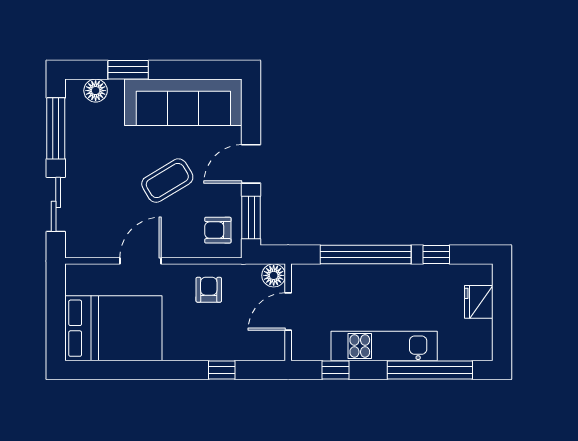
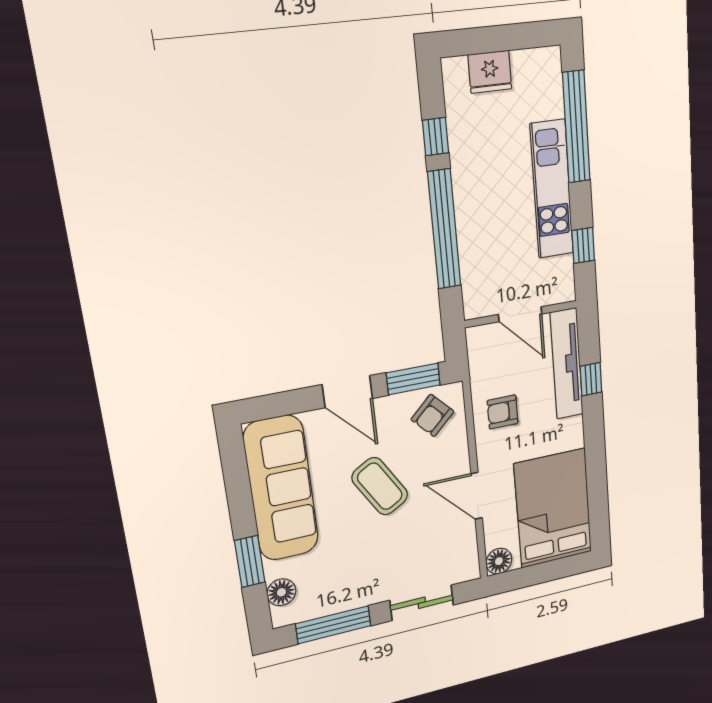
armchair: (218, 230) -> (432, 415), turned 46
floor lamp: (274, 275) -> (499, 561), moved
tv unit: (239, 349) -> (567, 364), added

